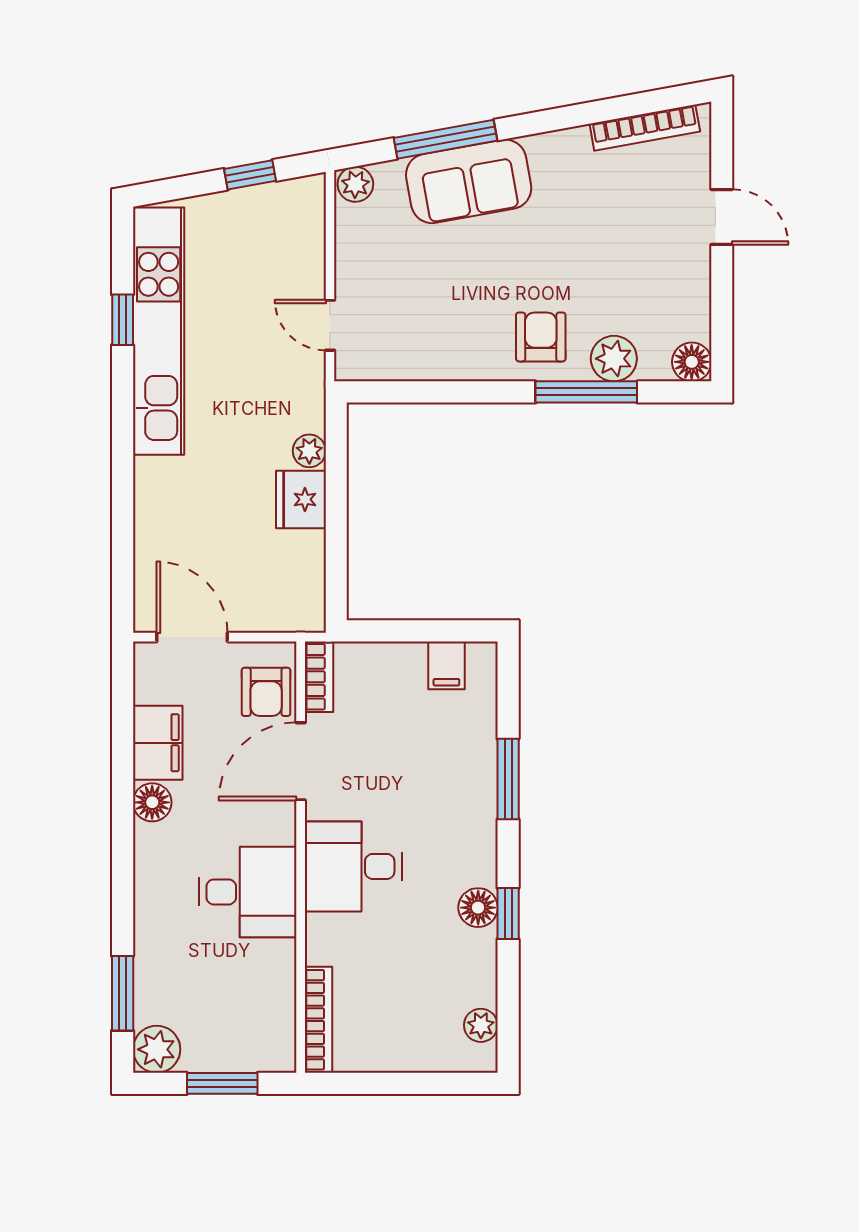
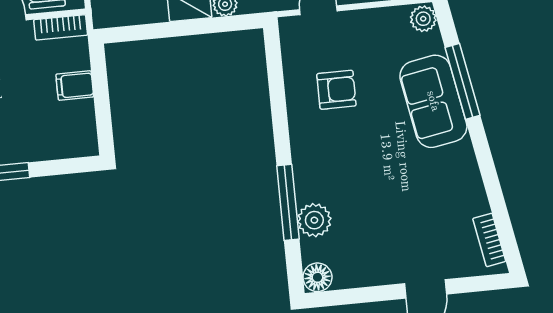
bookcase: (645, 128) -> (489, 240), width x0.64
armchair: (541, 337) -> (336, 90), moved
filing cabinet: (446, 665) -> (75, 86), moved

